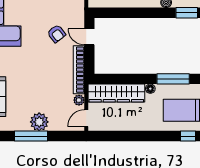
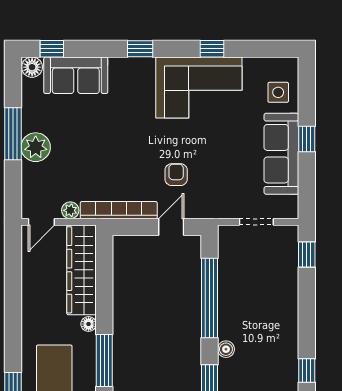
window: (134, 13) -> (209, 298), added
armchair: (56, 34) -> (176, 175), turned 128
door: (86, 118) -> (41, 222), swing flipped

